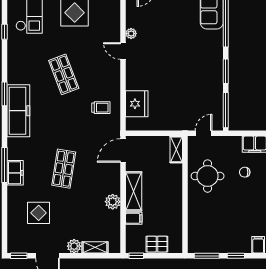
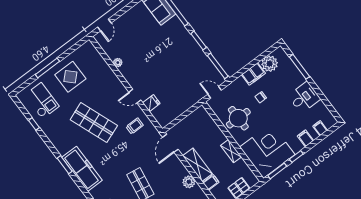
door: (123, 51) -> (135, 96), moved
shop shelf: (64, 74) -> (94, 123), width x1.43, depth x1.36
fridge: (137, 104) -> (151, 103), width x0.53, depth x0.75
door: (204, 133) -> (215, 92), hinge flipped
shelving: (176, 149) -> (231, 151), moved
corner desk: (212, 229) -> (267, 151), added

